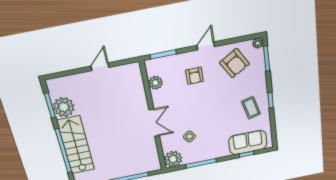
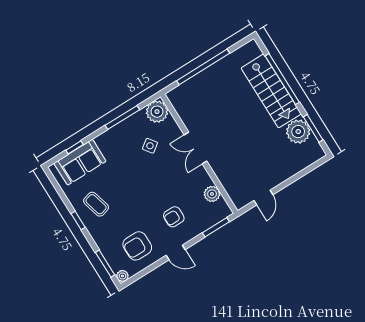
door: (206, 46) -> (176, 252), hinge flipped
armchair: (234, 63) -> (137, 246), turned -59
door: (100, 67) -> (263, 198), moved
armchair: (195, 76) -> (174, 217), turned -90

